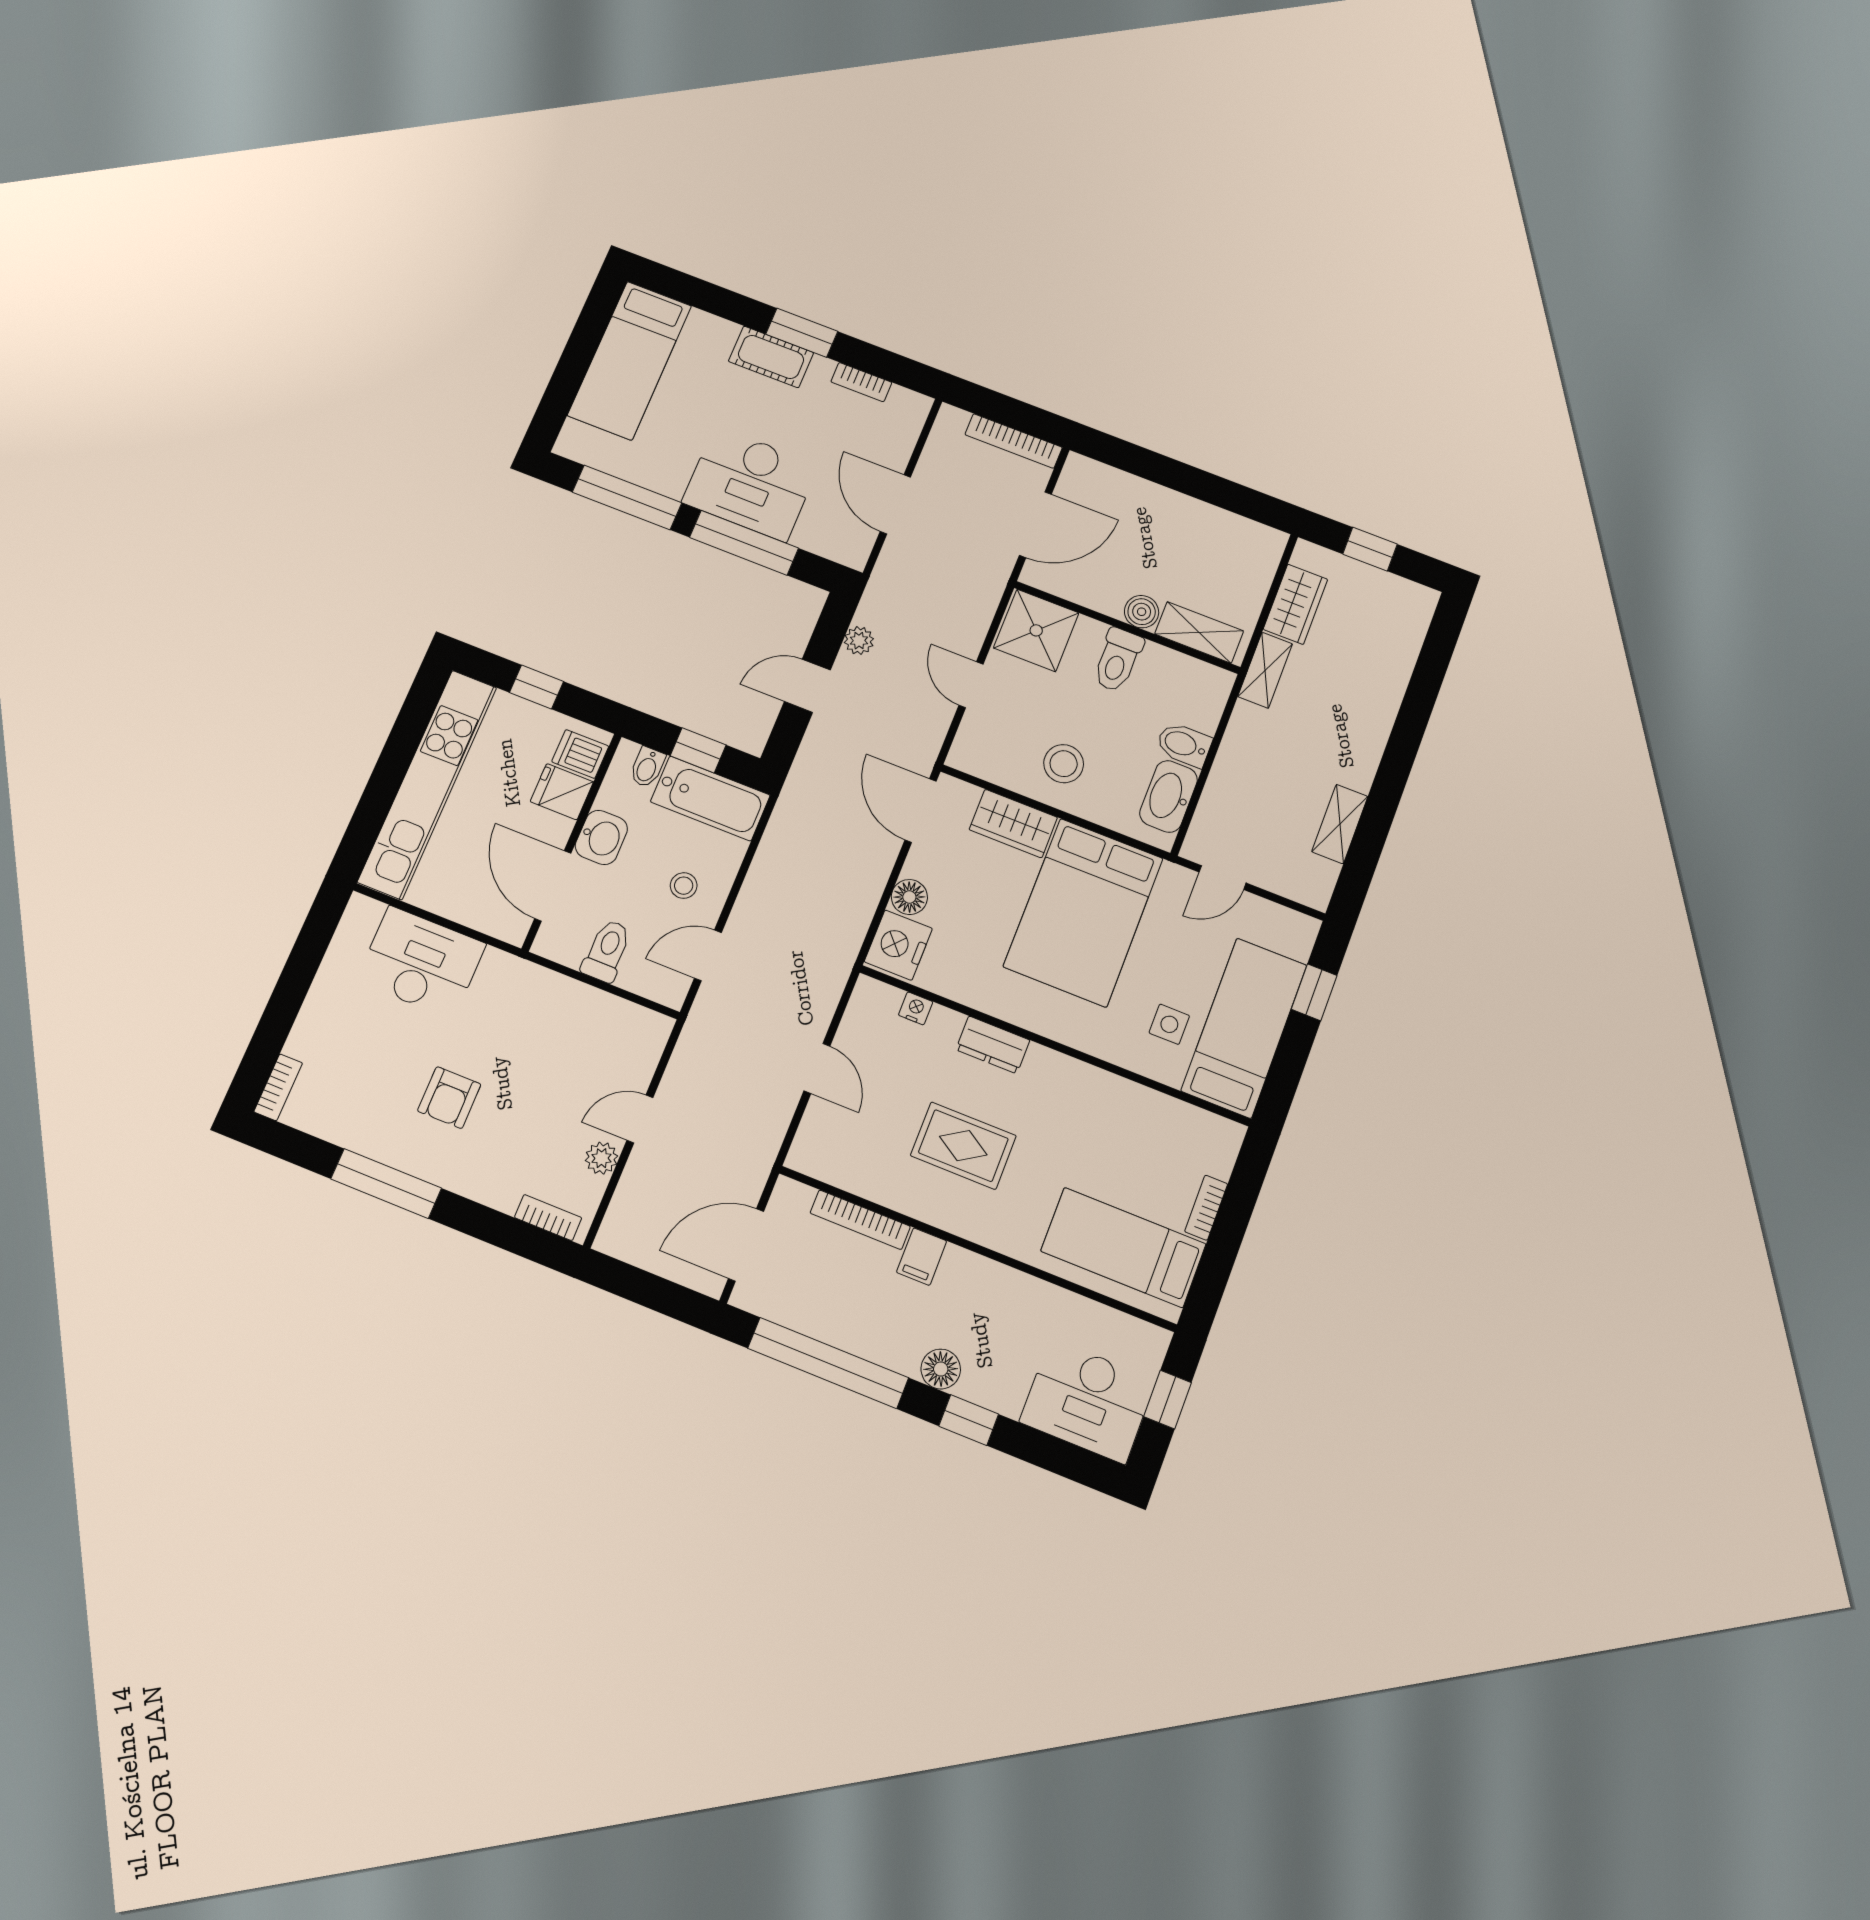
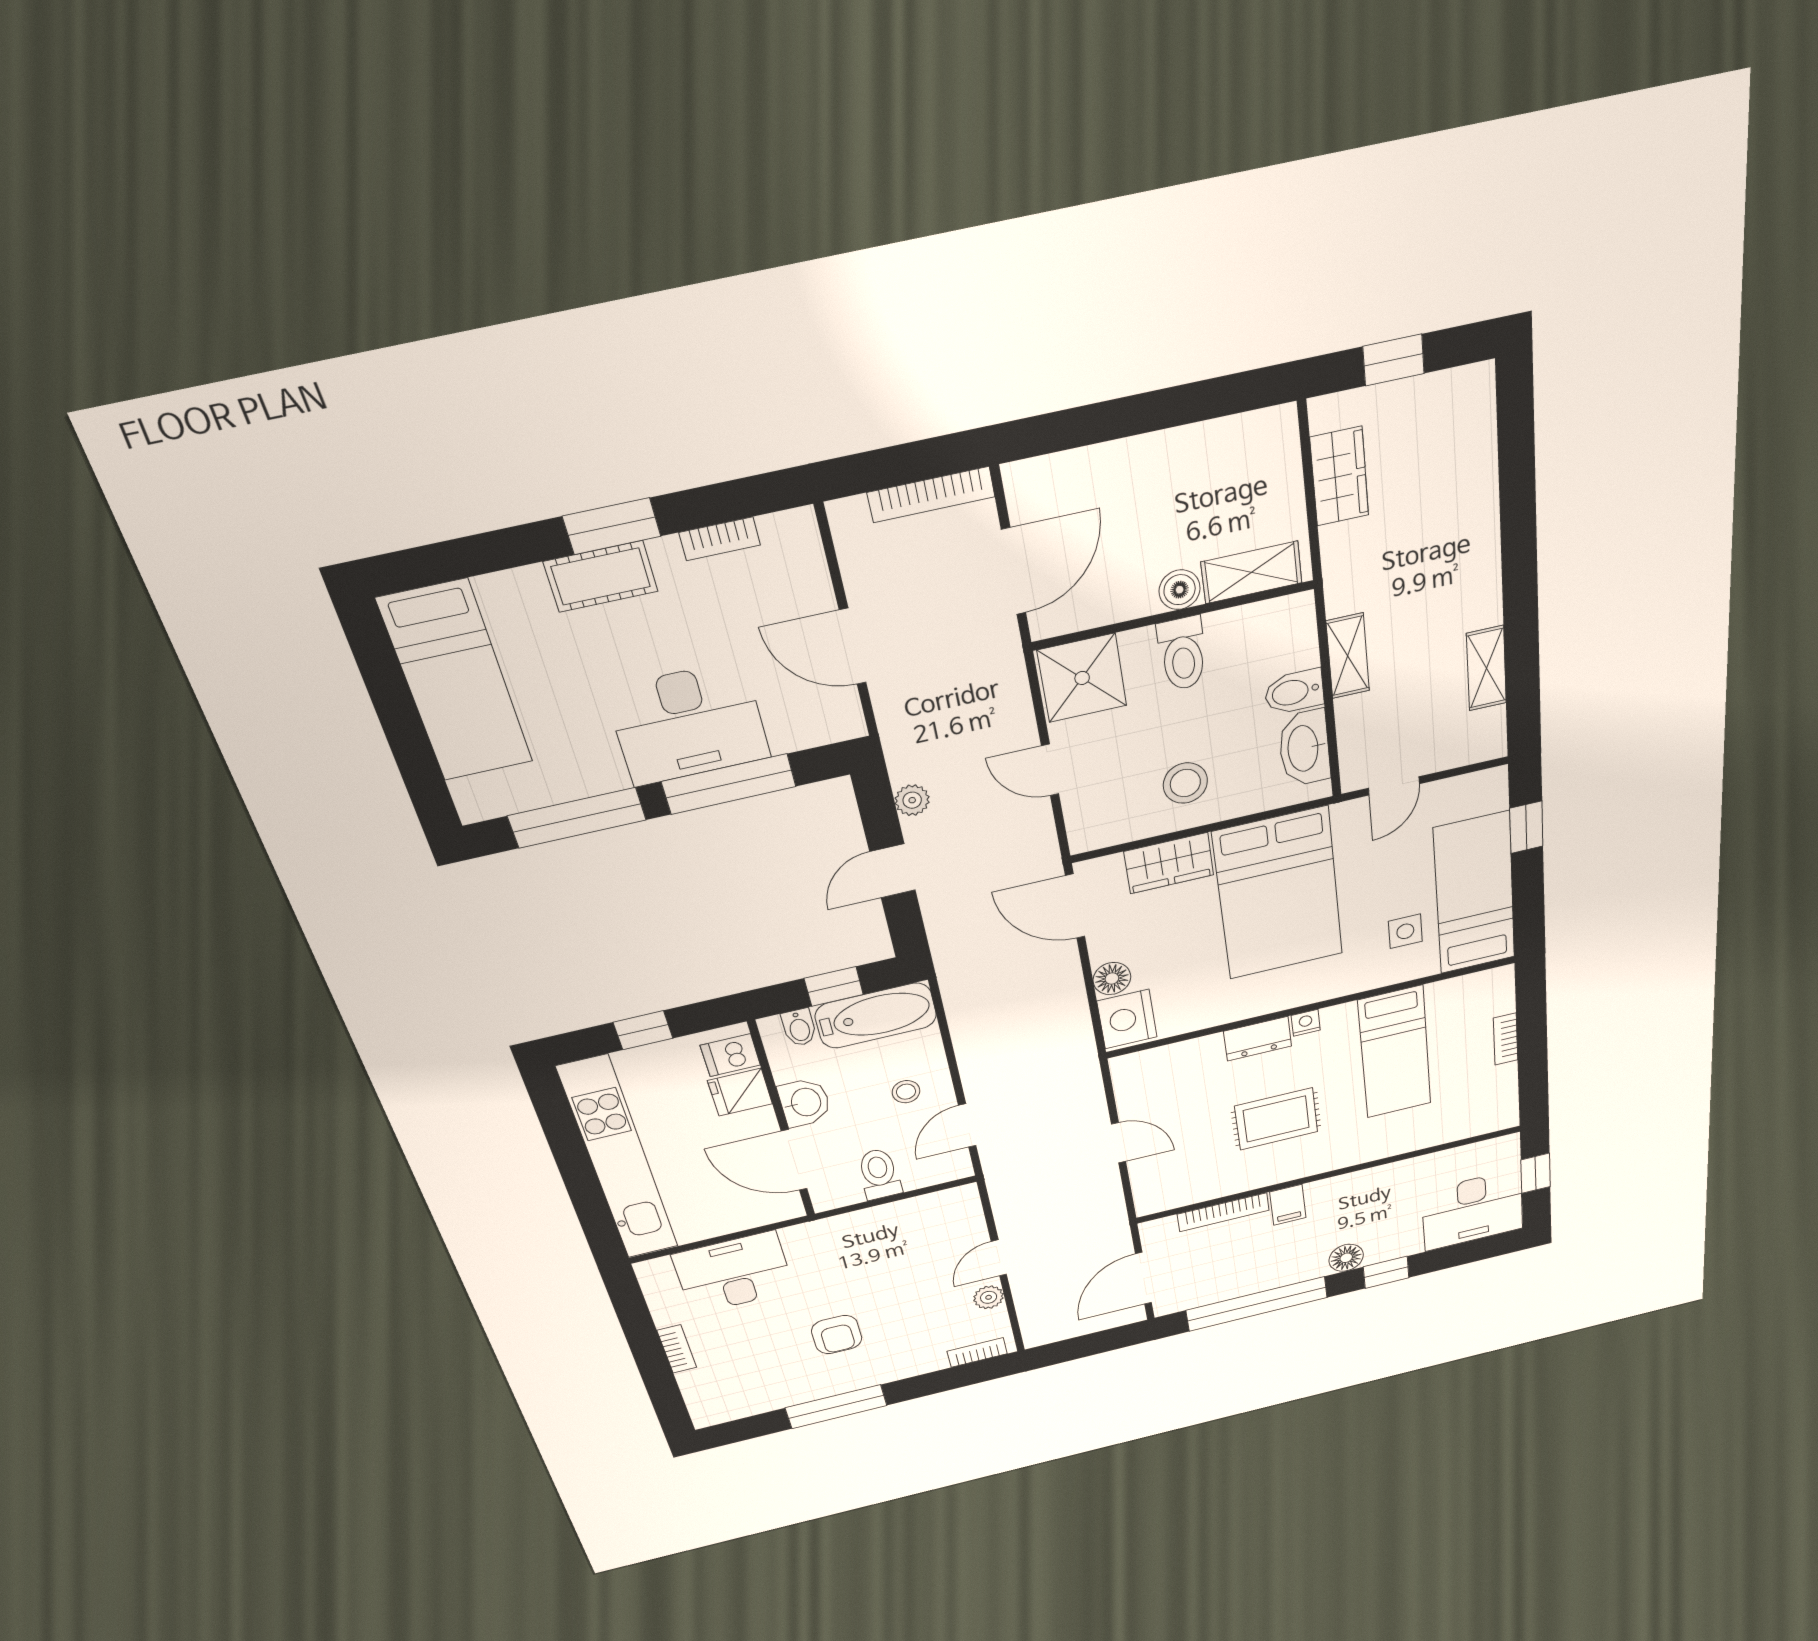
shelving: (1265, 670) -> (1348, 656), moved
nightstand: (916, 1008) -> (1306, 1023), moved
bookcase: (278, 1087) -> (677, 1349), moved
bed: (1123, 1247) -> (1395, 1052), moved, turned -90

